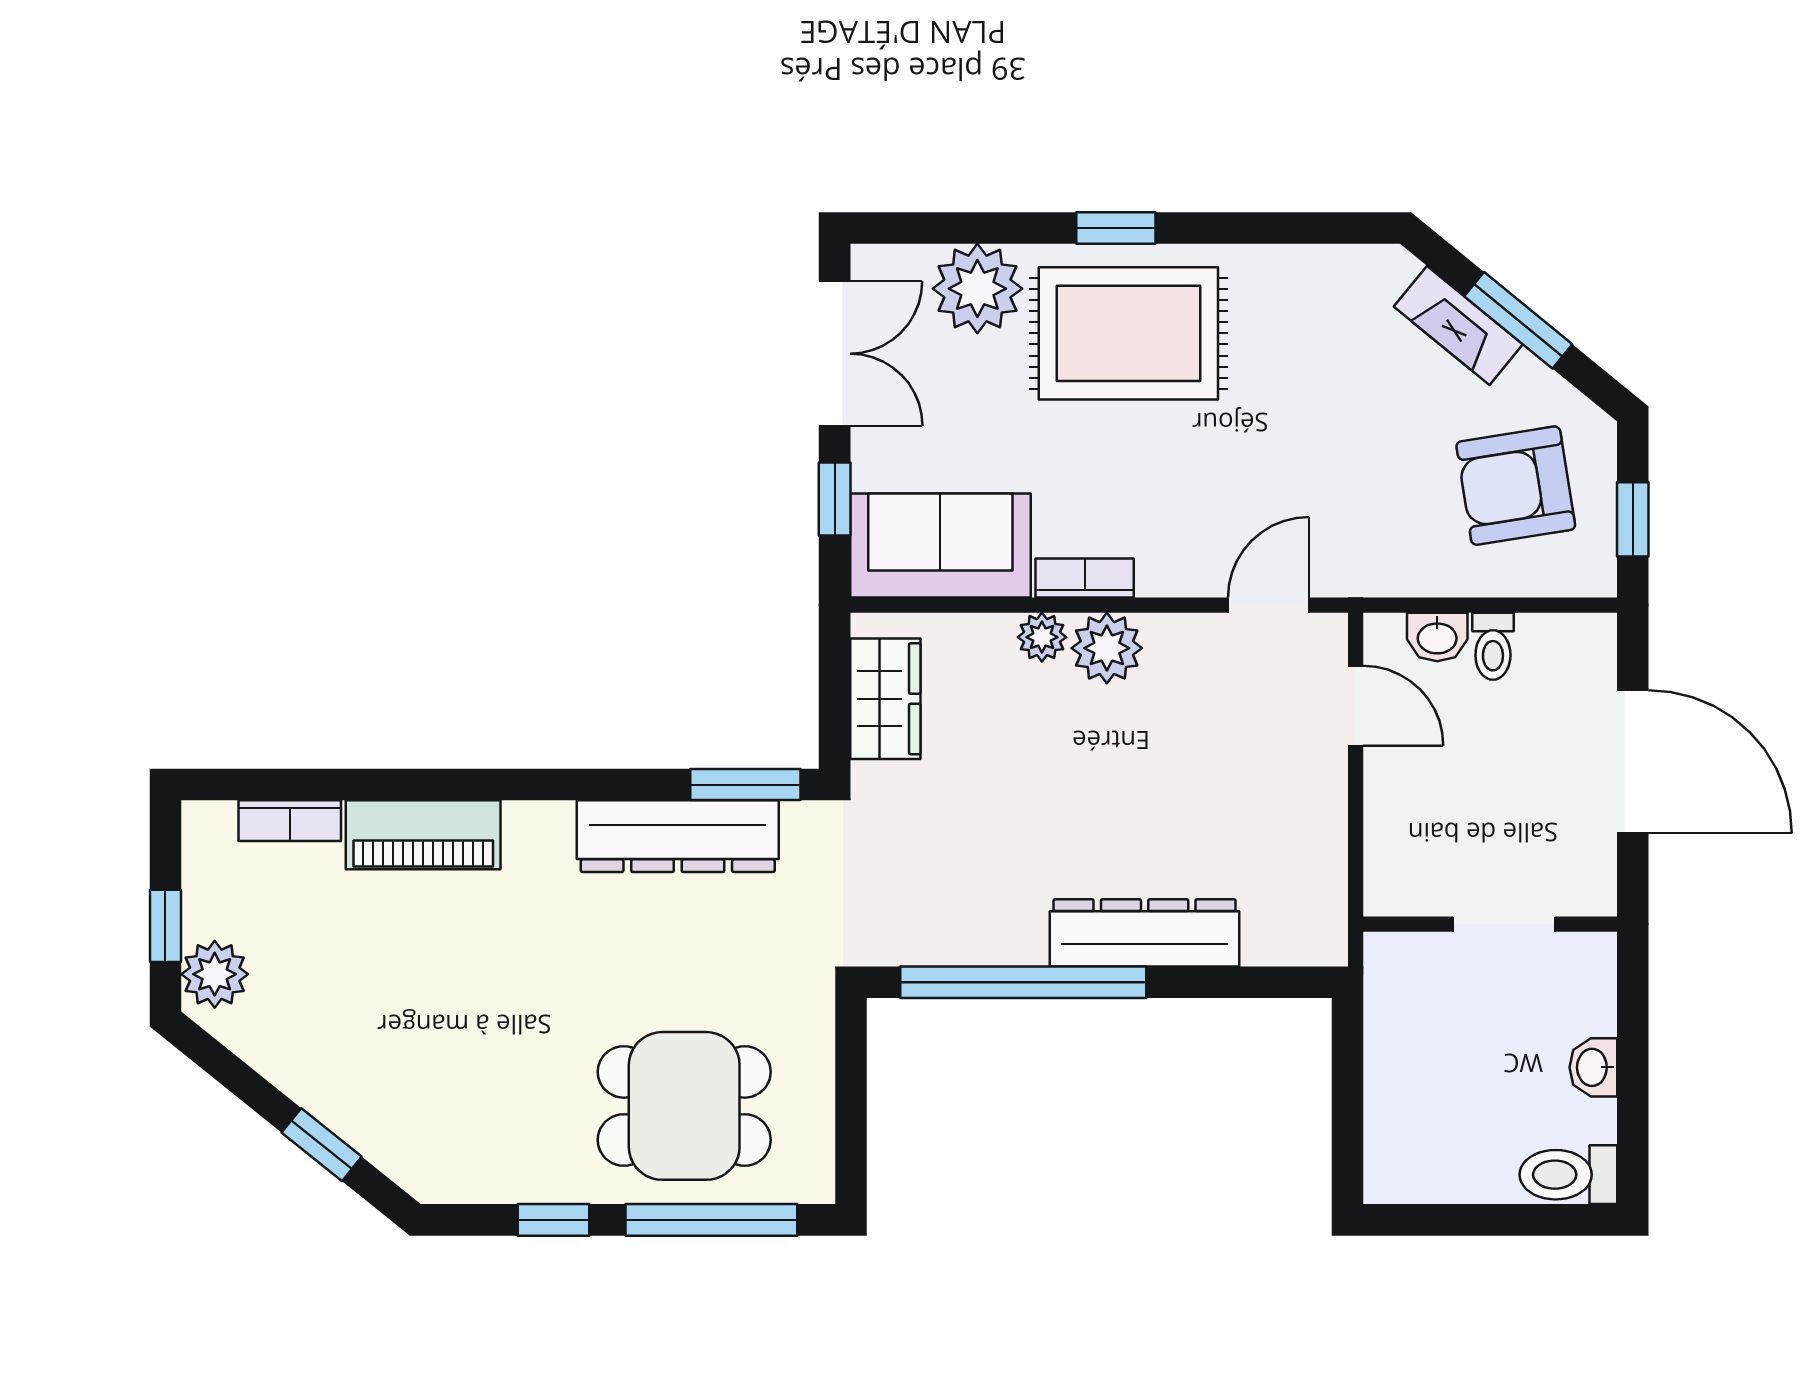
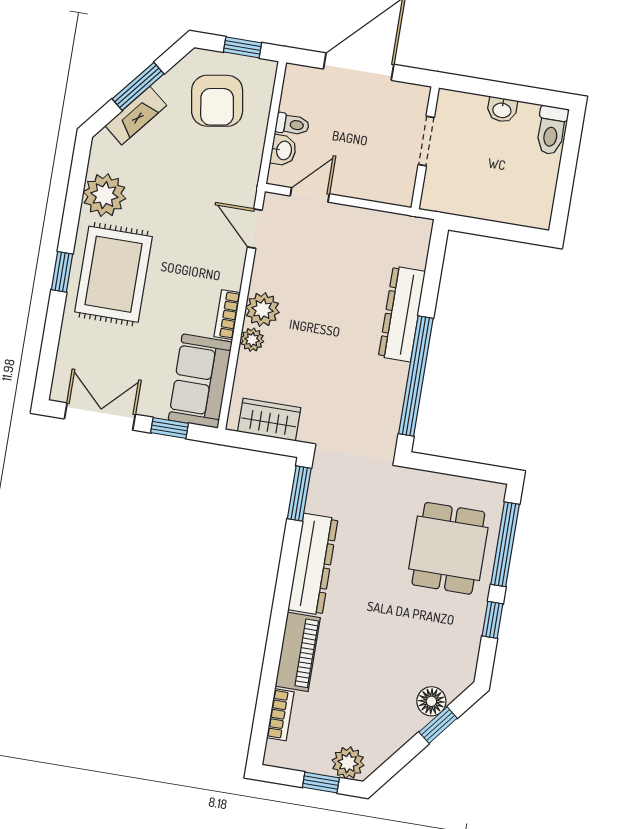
plant: (977, 289) -> (104, 195), moved
dresser: (678, 836) -> (313, 564), moved
floor lamp: (368, 1123) -> (431, 701), added

